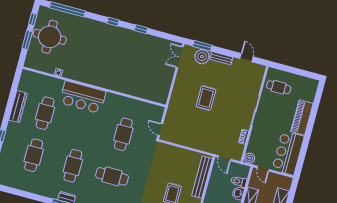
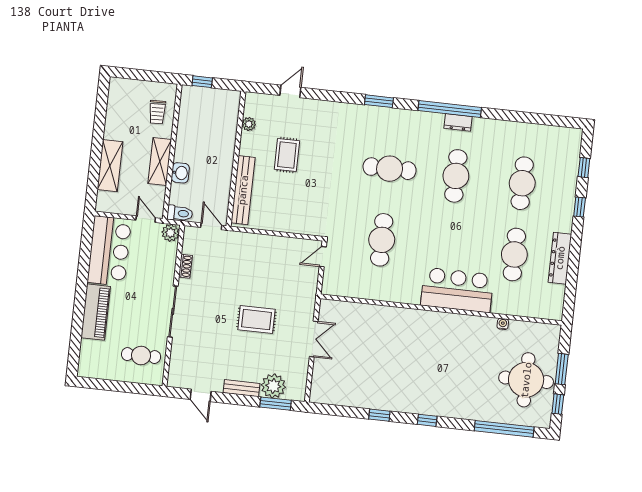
double door: (180, 57) -> (314, 339), moved
rug: (206, 98) -> (256, 320), turned 90
door: (160, 130) -> (323, 257), swing flipped
toilet: (239, 182) -> (180, 213), moved

